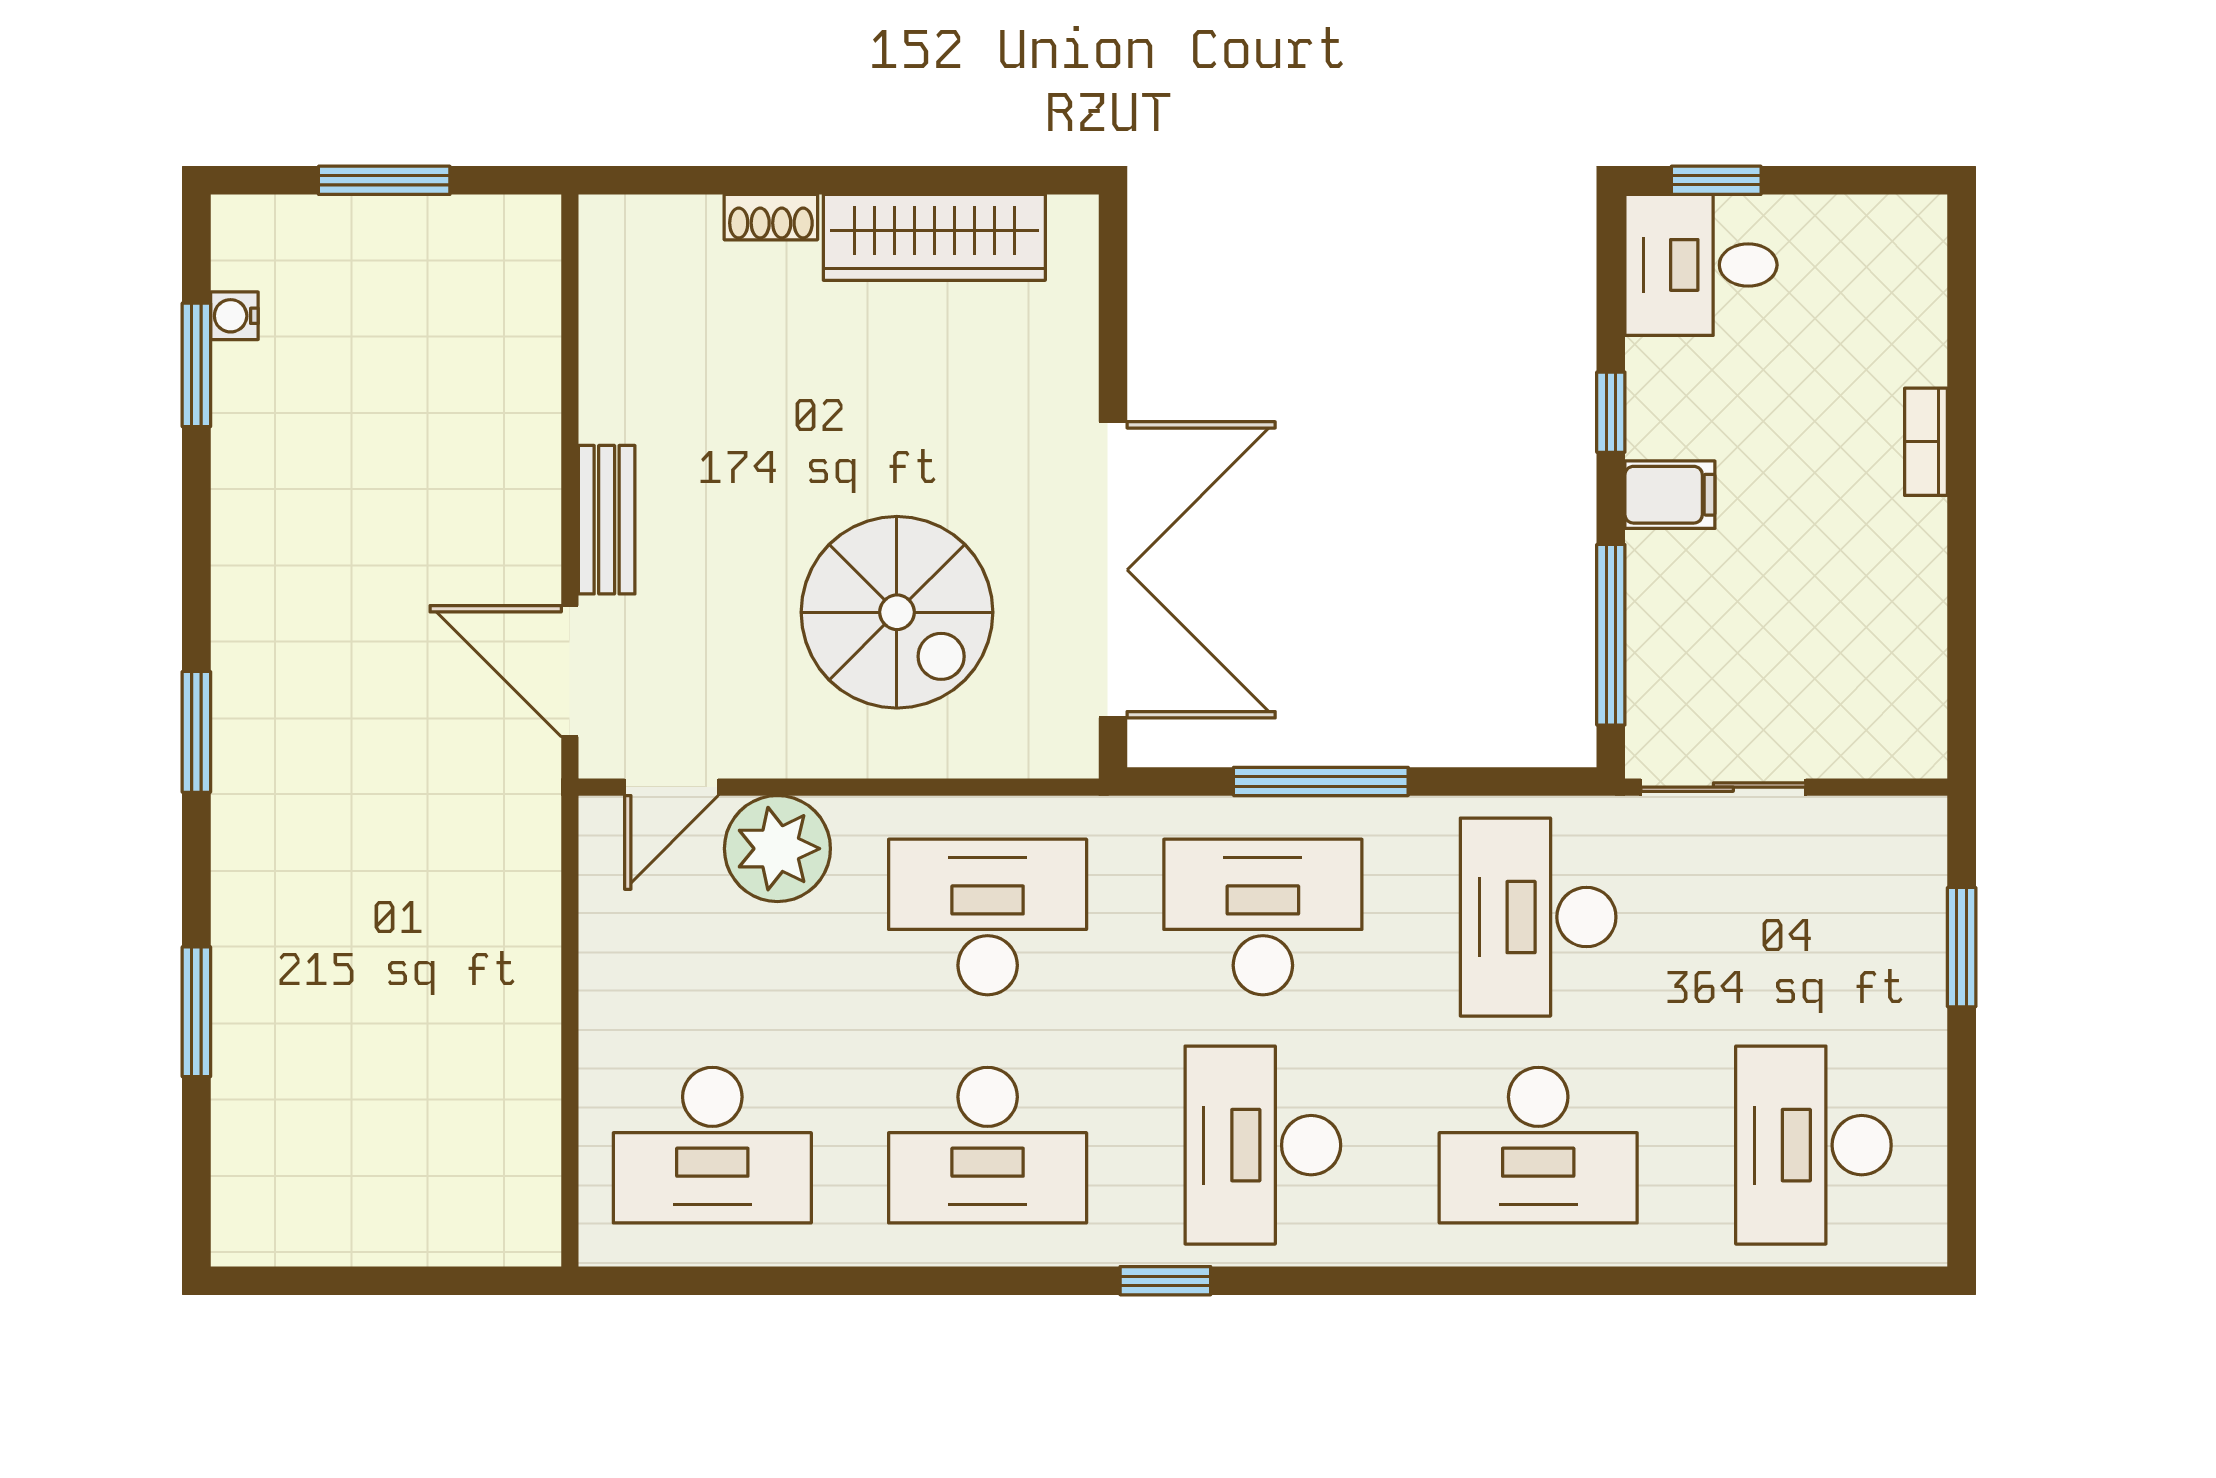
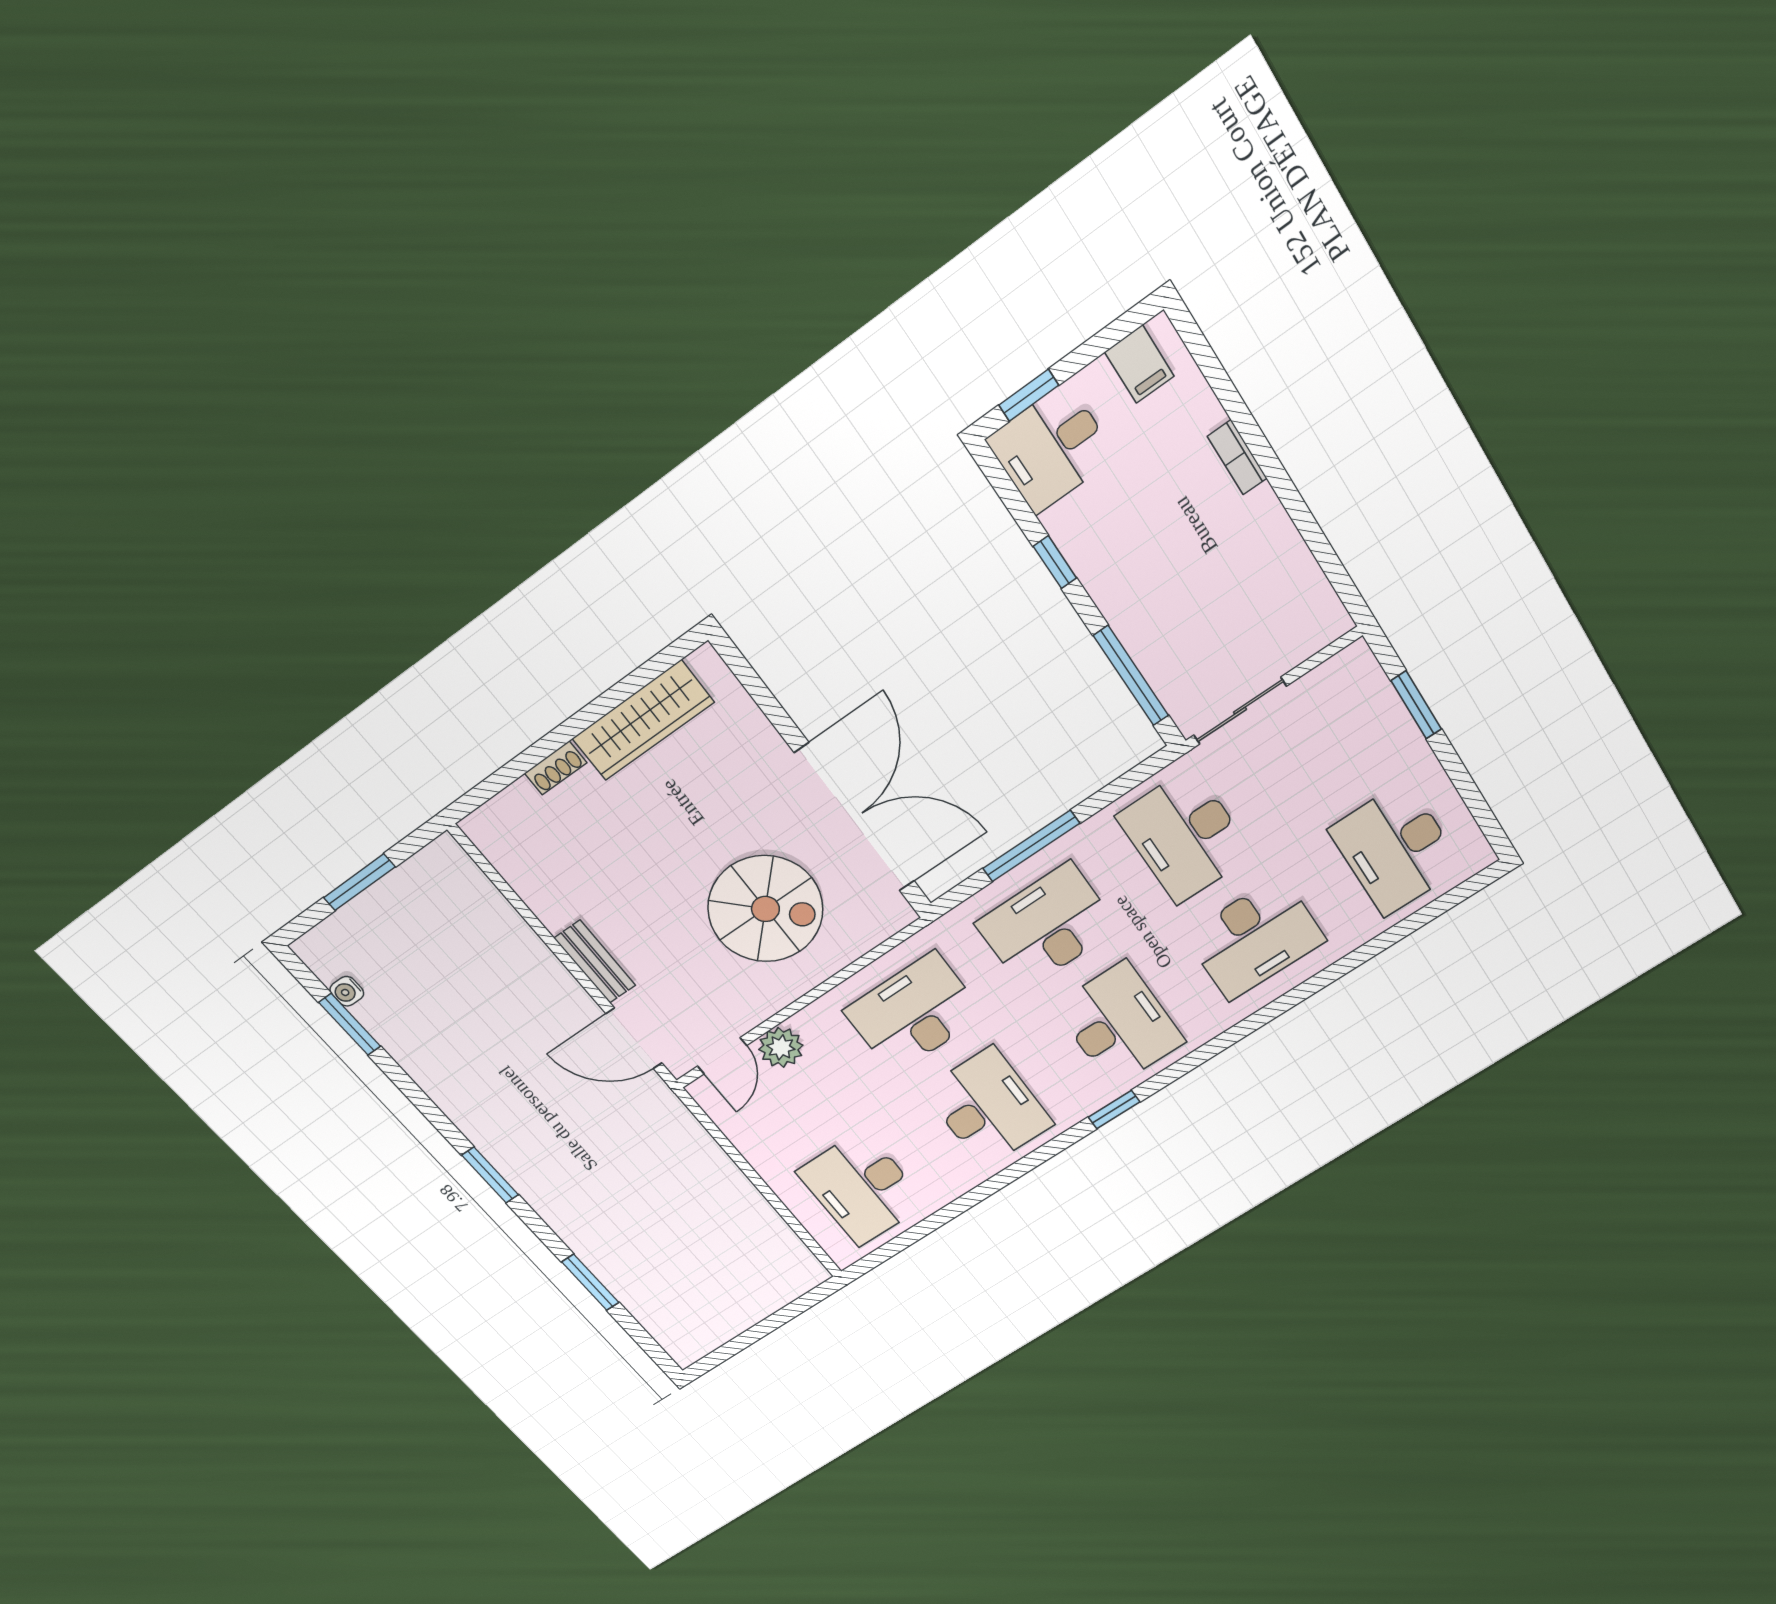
filing cabinet: (1670, 495) -> (1139, 364), moved, turned 90
plant: (777, 849) -> (781, 1047), width x0.73, depth x0.73
desk: (712, 1145) -> (862, 1188), turned 90
desk: (988, 1145) -> (988, 1107), turned -90
desk: (1263, 1145) -> (1119, 1024), turned 180

